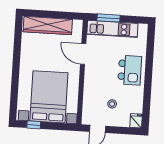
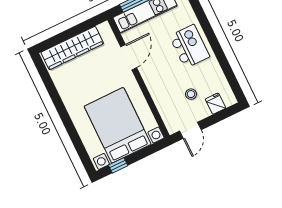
door: (83, 54) -> (129, 57), swing flipped
fridge: (136, 121) -> (216, 104), moved

